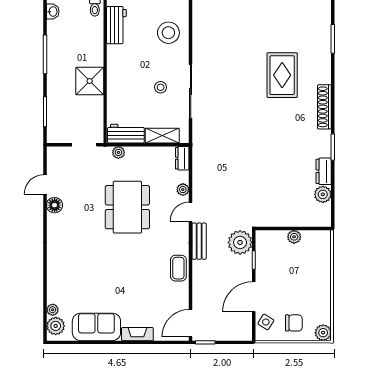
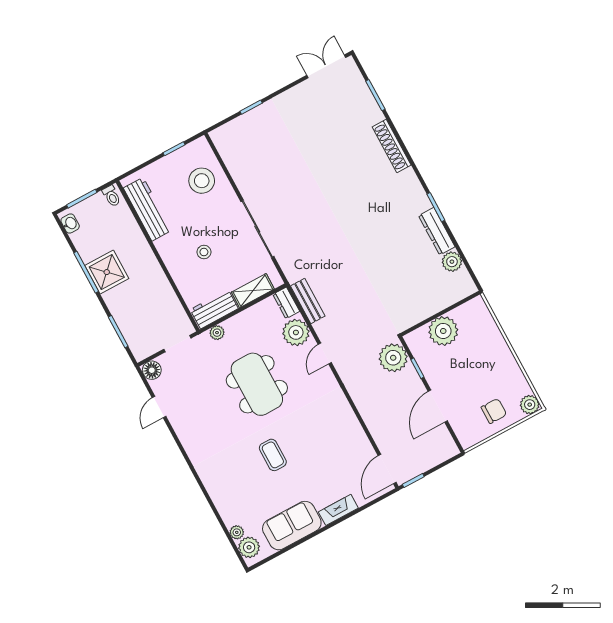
workbench: (116, 25) -> (147, 209), width x1.38
rug: (282, 75) -> (343, 161), removed
shower: (90, 81) -> (107, 272), moved
stool: (161, 87) -> (204, 252), moved
shoe rack: (324, 107) -> (392, 146), moved
dresser: (324, 171) -> (437, 231), width x1.44
plant: (183, 190) -> (296, 332), width x1.88, depth x1.88
floor lamp: (55, 205) -> (152, 370), moved
plant: (294, 237) -> (443, 331), width x1.87, depth x1.87
bench: (199, 241) -> (308, 301), moved
coffee table: (178, 268) -> (273, 455), moved
side table: (266, 322) -> (464, 426), removed

